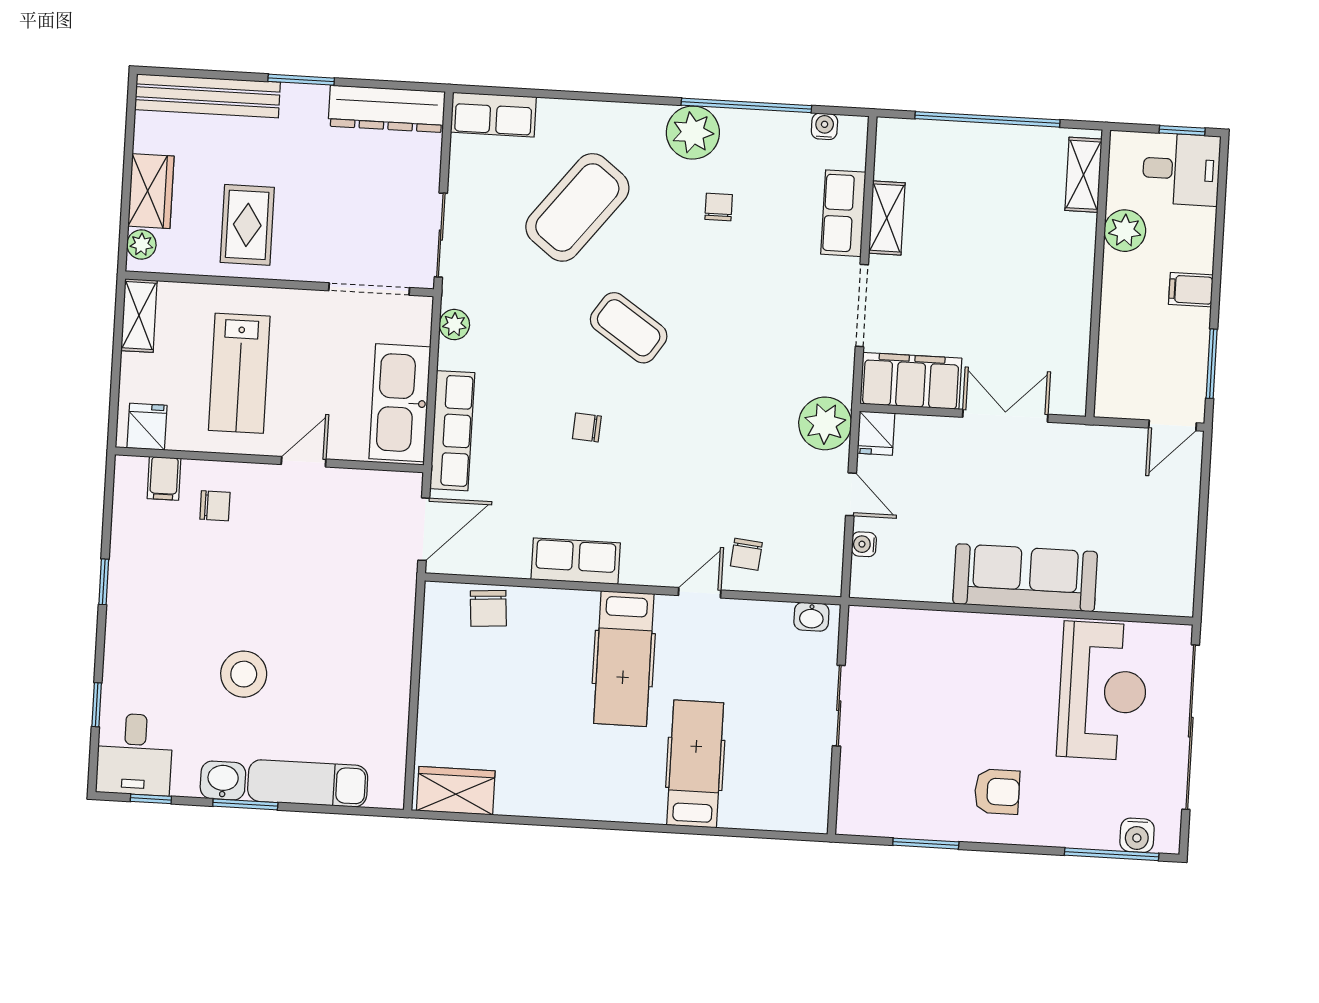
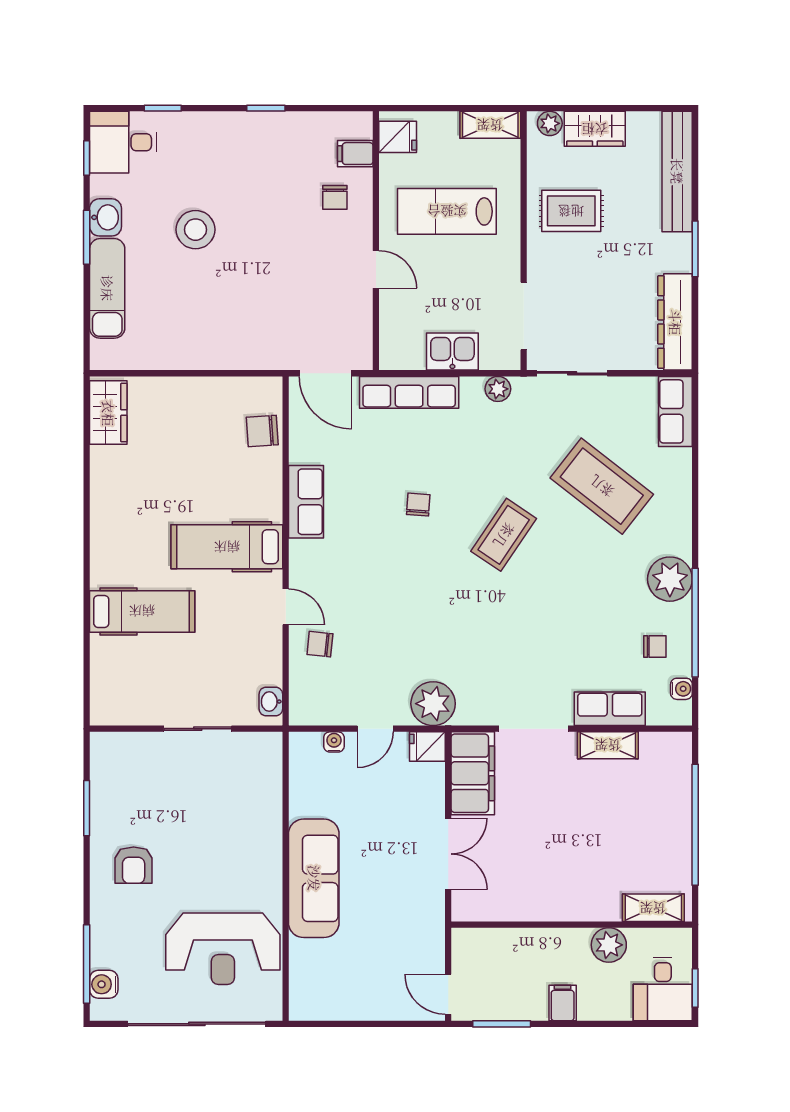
chair: (719, 207) -> (655, 647), moved
kitchen sink: (400, 403) -> (452, 352), width x0.53, depth x0.81

